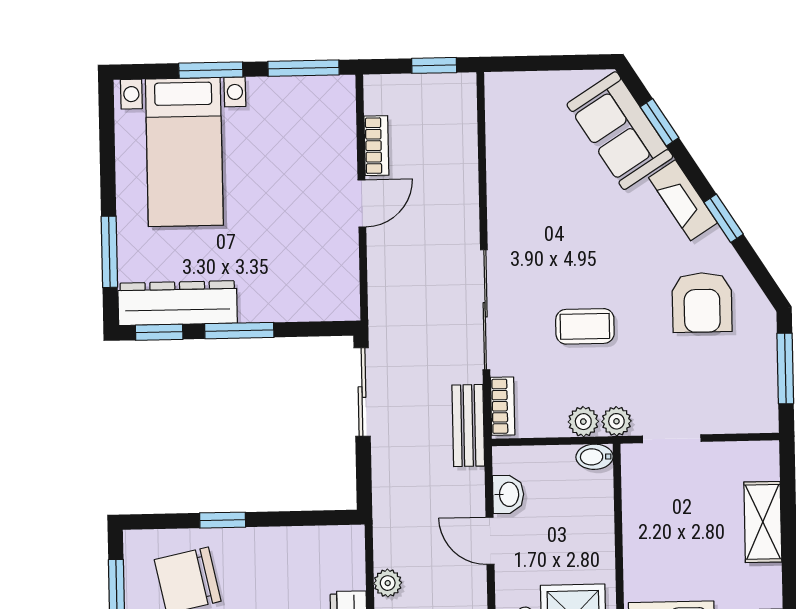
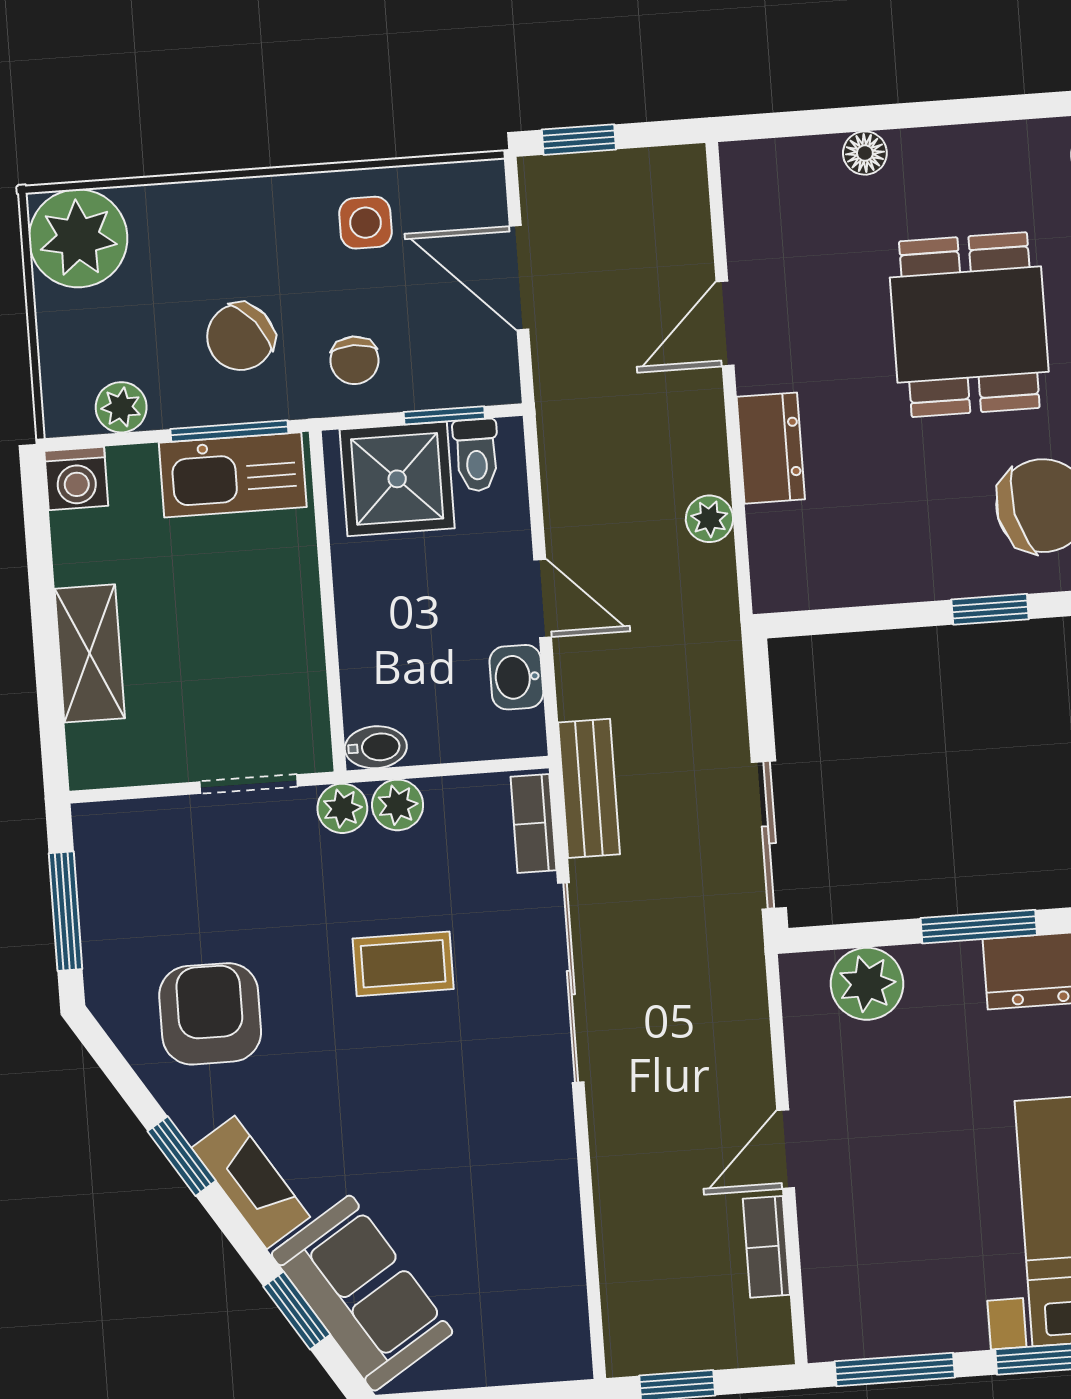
plant: (308, 300) -> (867, 984), added

